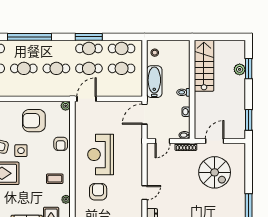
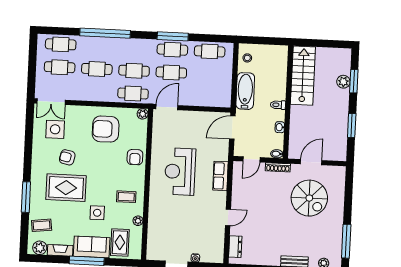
cafe table: (122, 68) -> (133, 93), moved
window: (249, 120) -> (352, 125), moved
side table: (21, 151) -> (97, 213), moved
row of seats: (136, 157) -> (220, 176), added
armchair: (98, 192) -> (175, 214), removed

